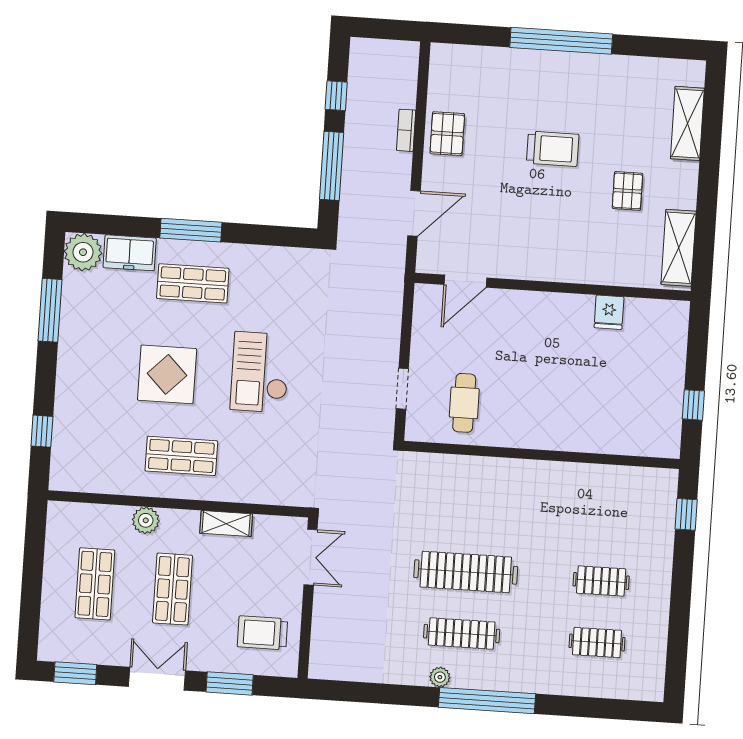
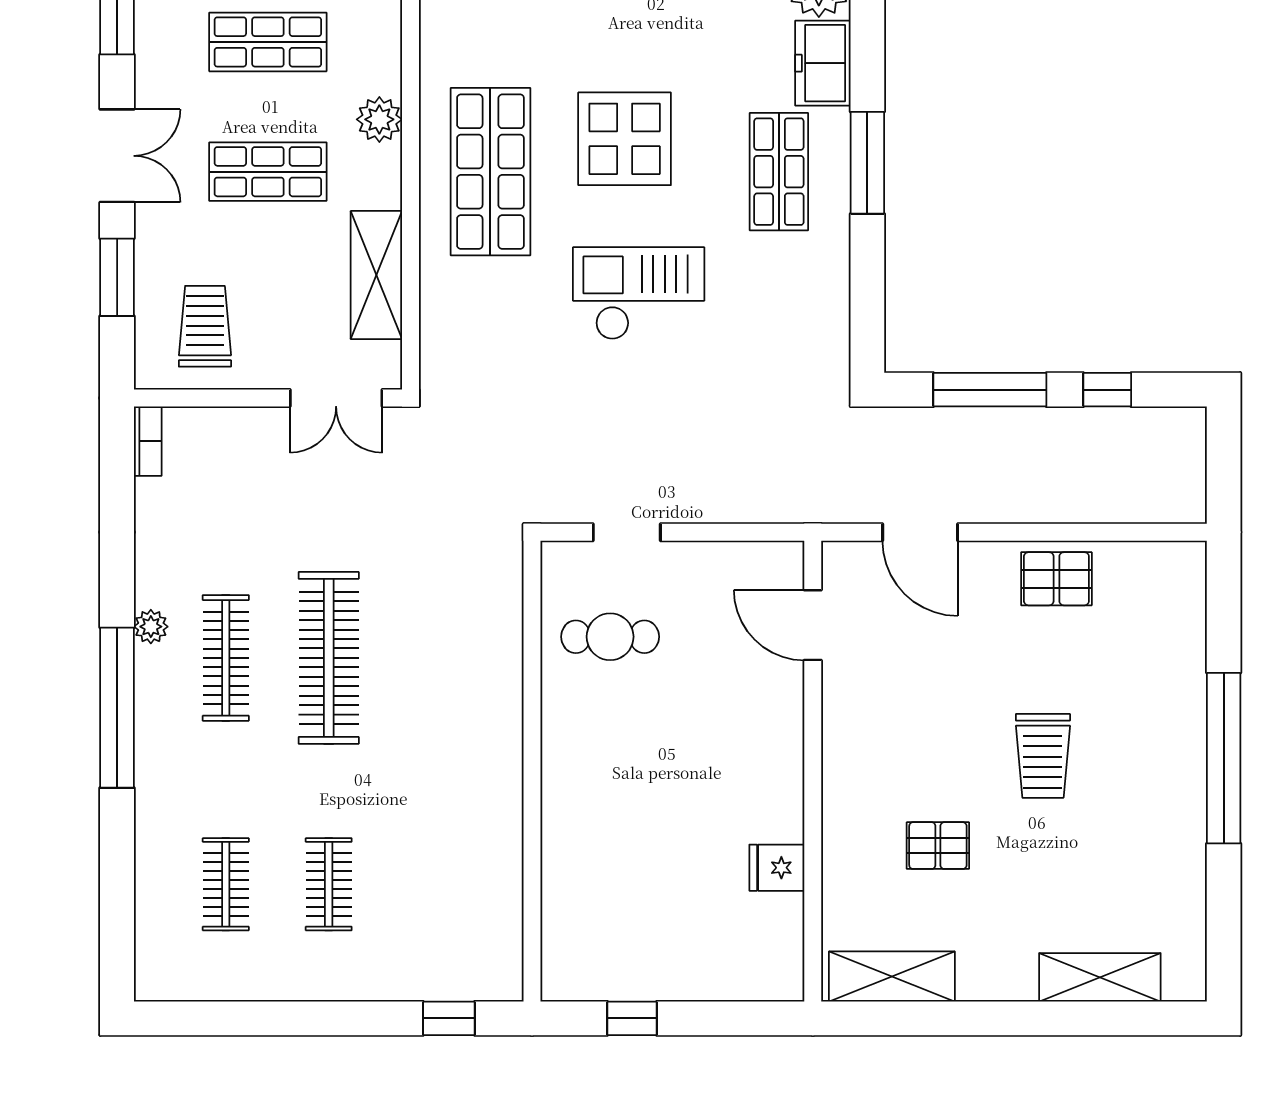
bookcase: (406, 130) -> (148, 441), moved, turned 90
pallet: (627, 191) -> (938, 846), moved
shop shelf: (181, 456) -> (490, 172), width x1.43, depth x1.36
shelving: (226, 524) -> (376, 275), width x1.50, depth x1.33

